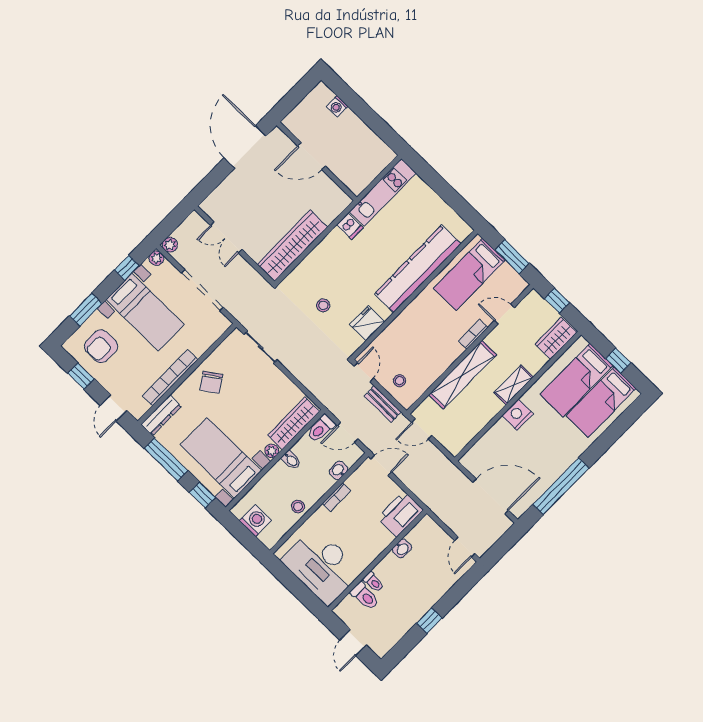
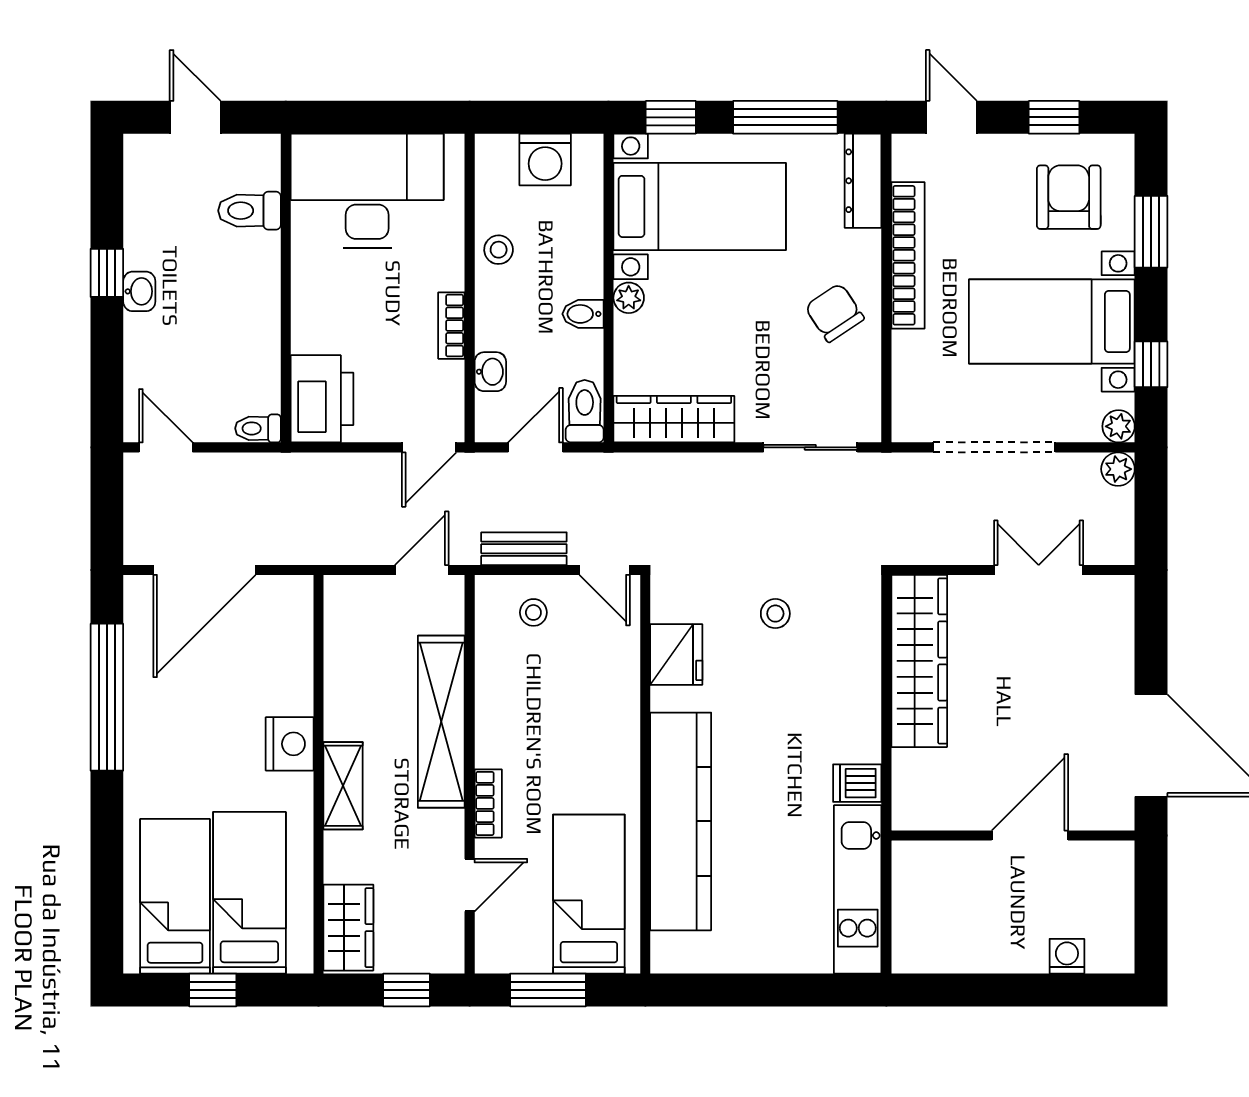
wardrobe: (294, 423) -> (674, 419), moved, turned -90
washbasin: (402, 549) -> (139, 291), moved, turned 180
toilet: (373, 582) -> (258, 428), moved

